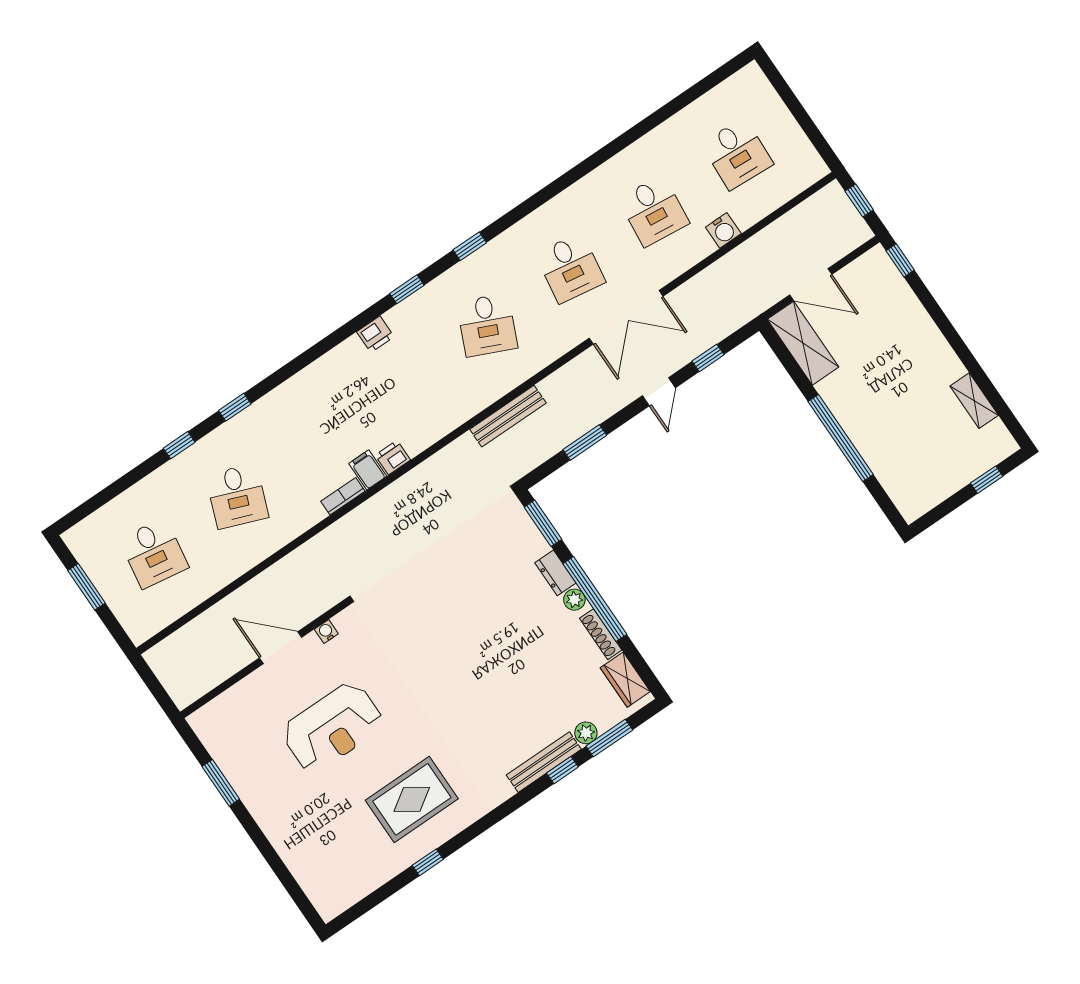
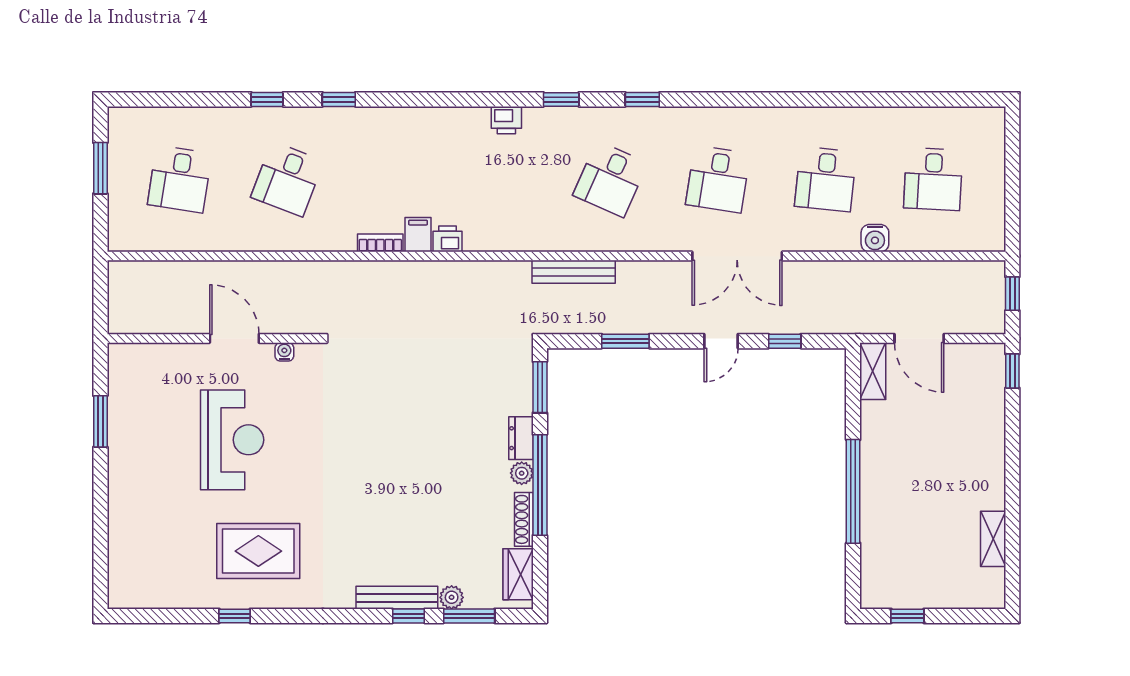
shelving: (803, 343) -> (873, 371), width x0.67, depth x0.75
window: (987, 480) -> (907, 616), moved
reception desk: (333, 727) -> (232, 440), turned -90

